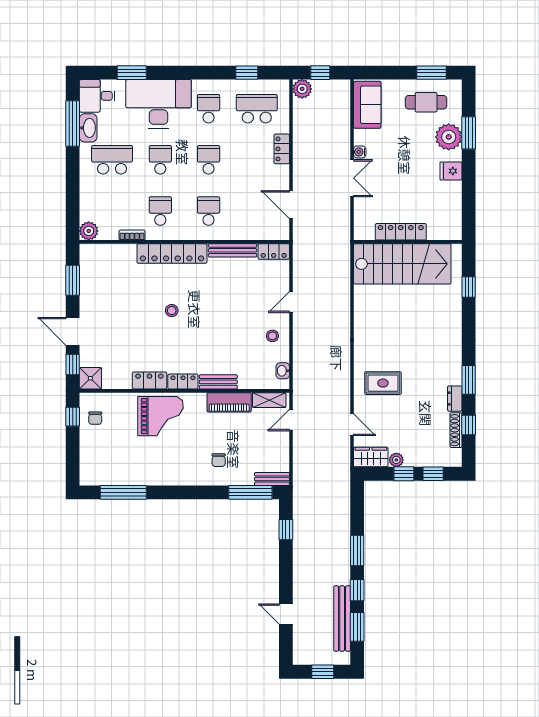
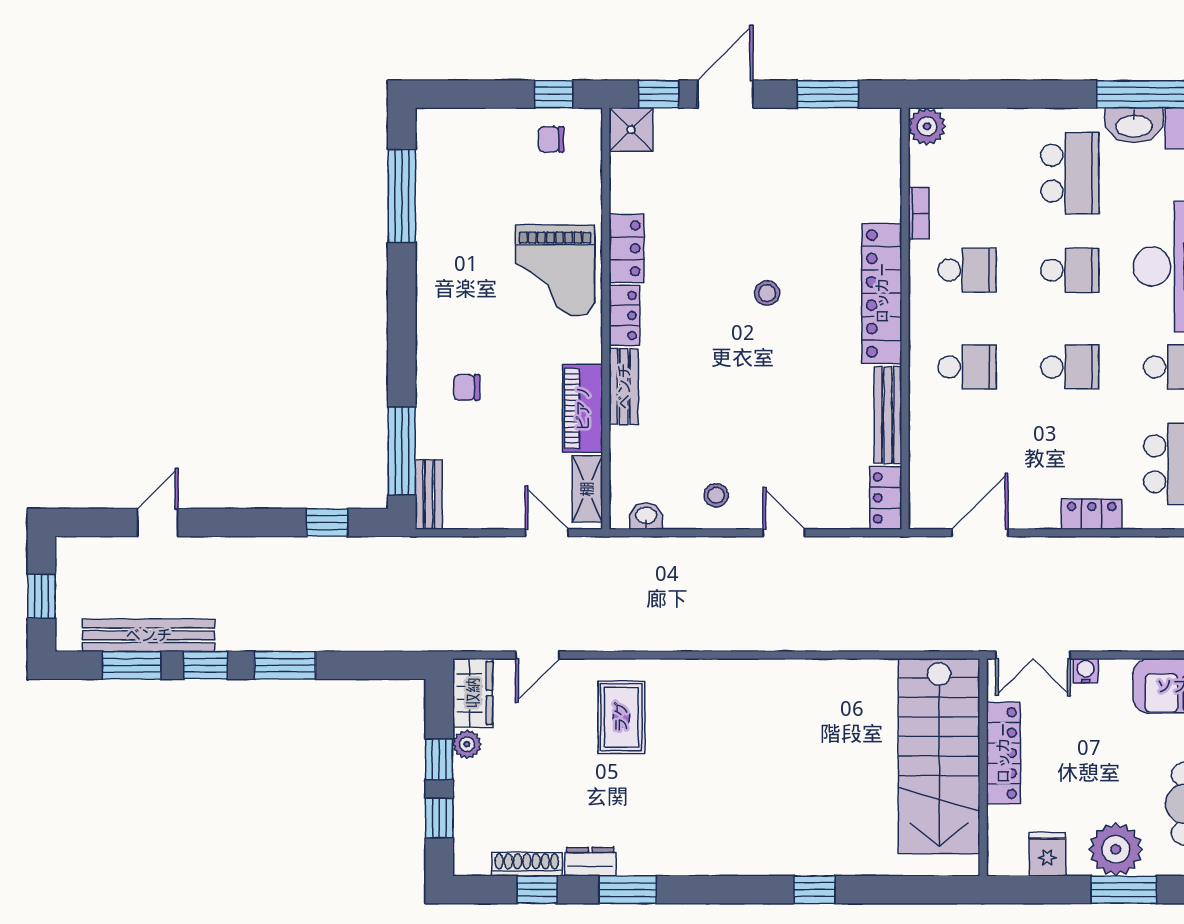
locker: (401, 232) -> (1003, 753), moved
wall: (408, 242) -> (983, 767), moved
stairs: (402, 264) -> (939, 756), moved

